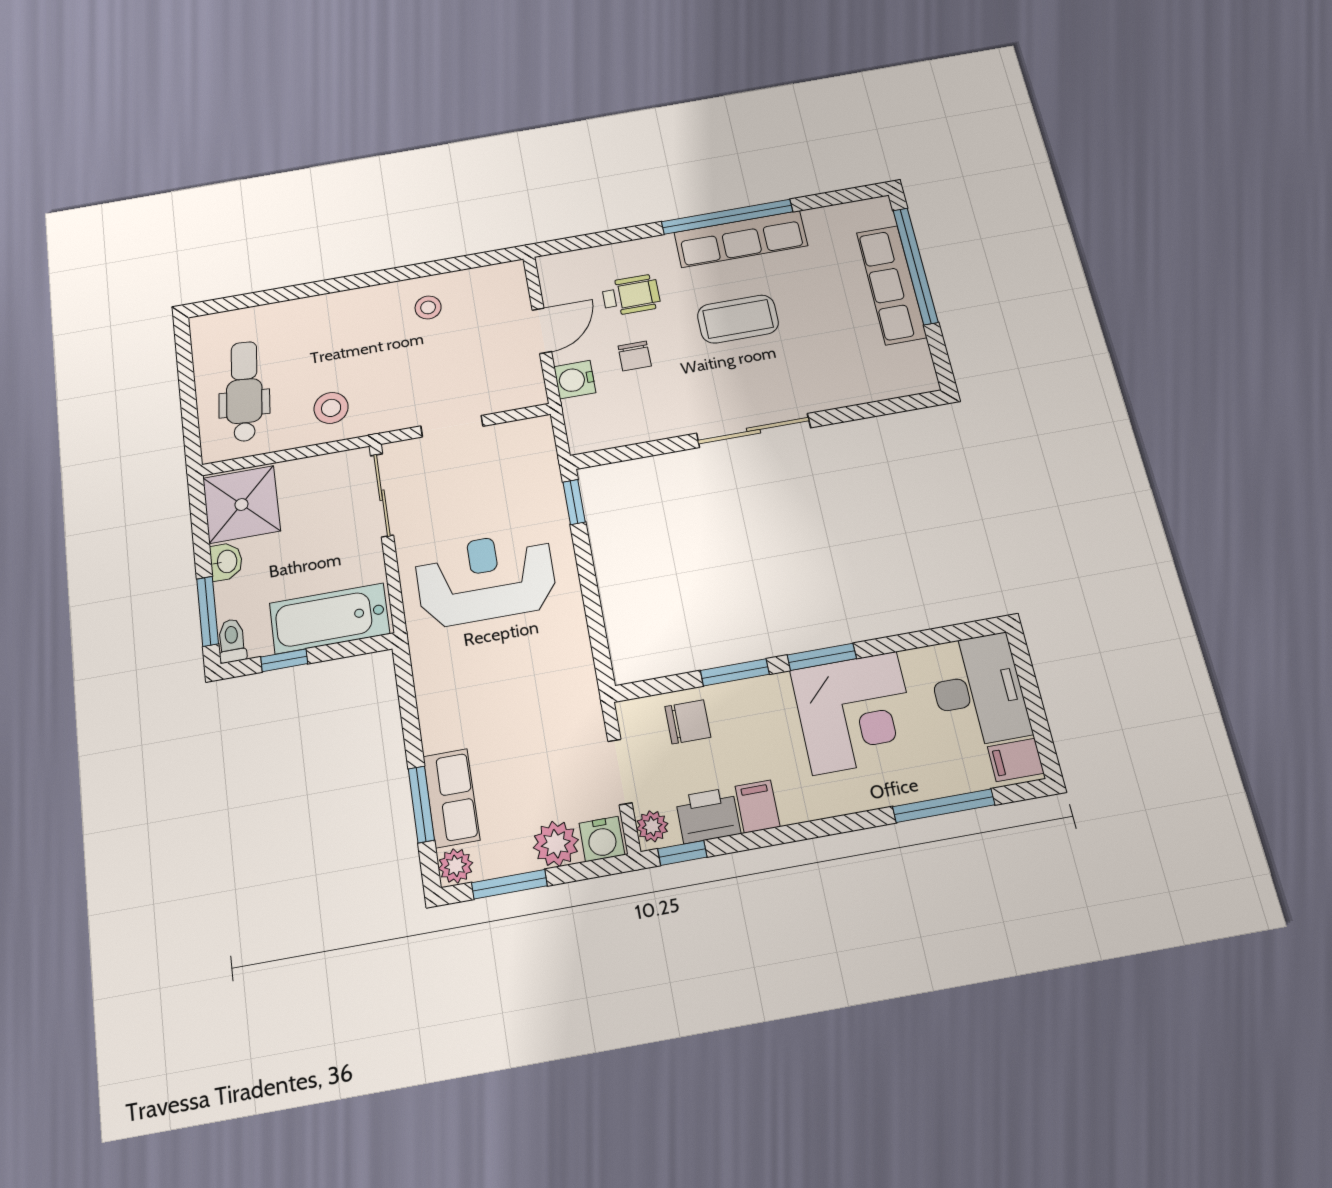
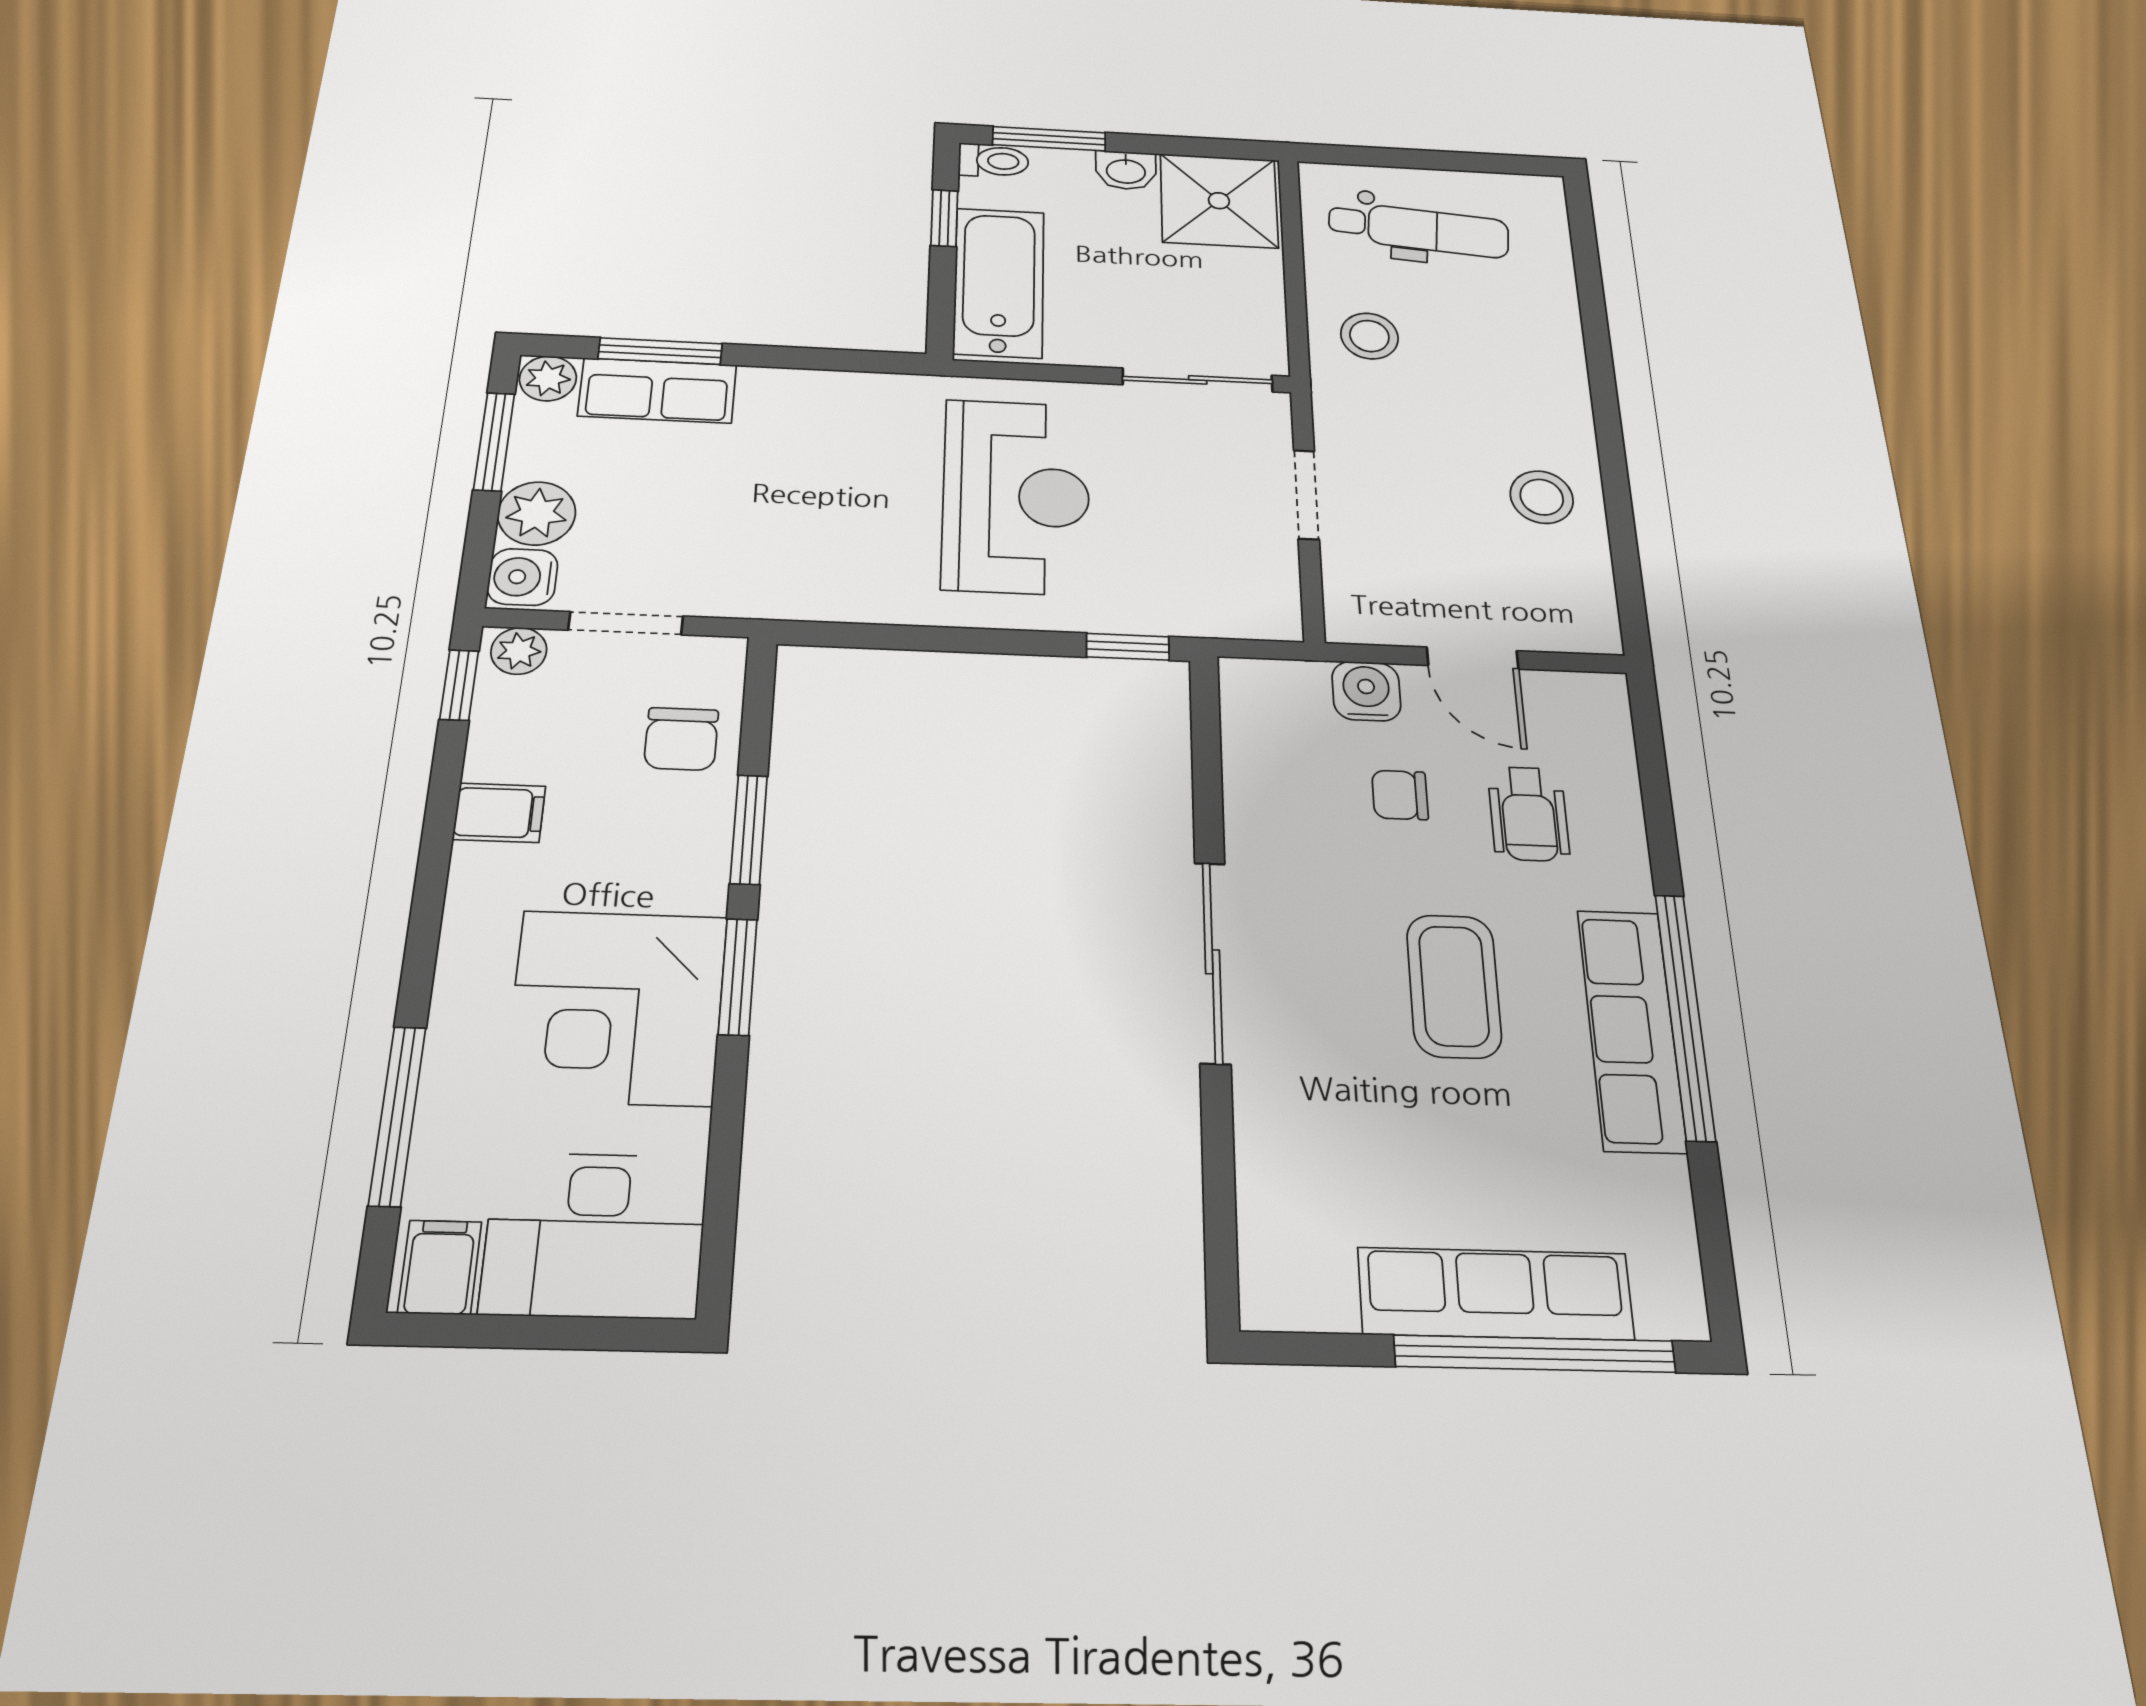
stool: (428, 307) -> (1542, 497), width x1.37, depth x1.37
printer: (708, 815) -> (509, 735), removed

